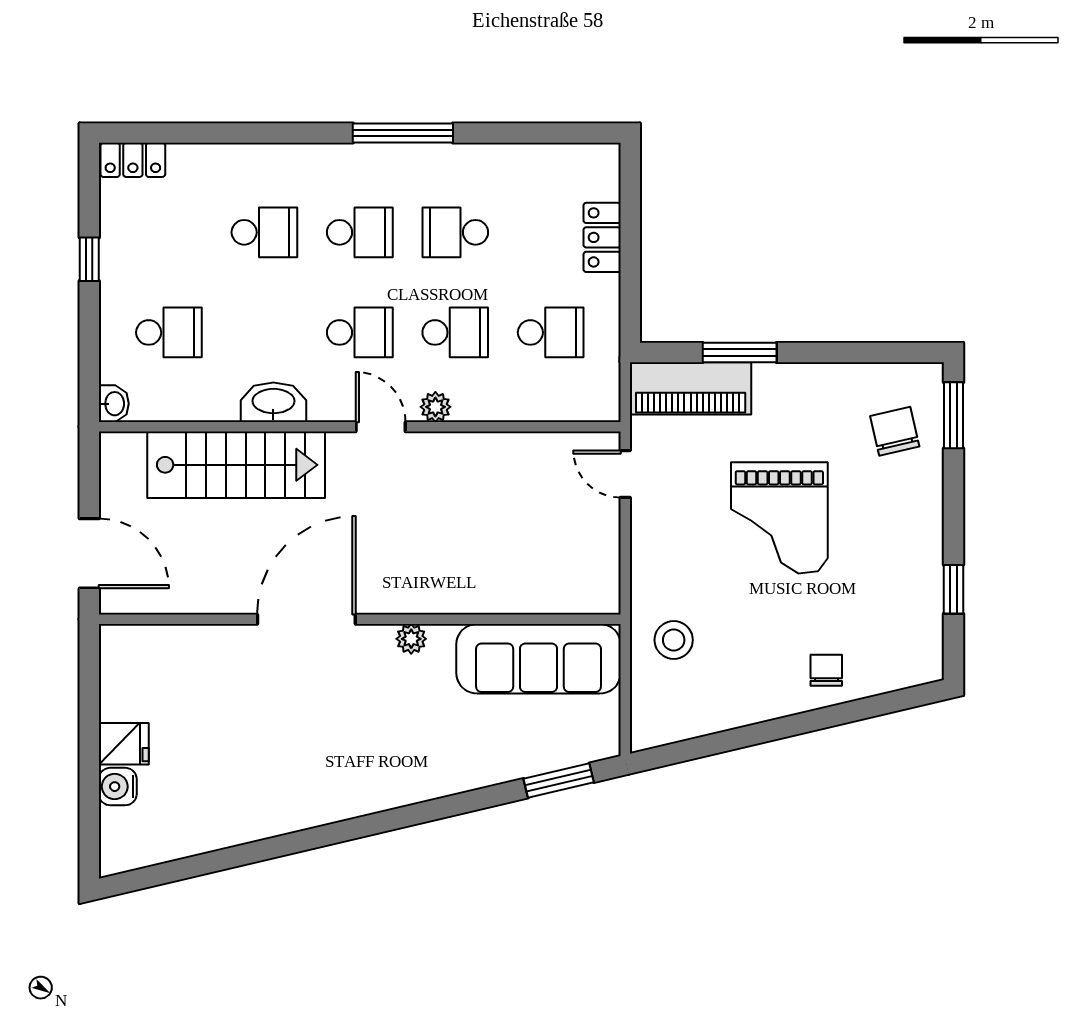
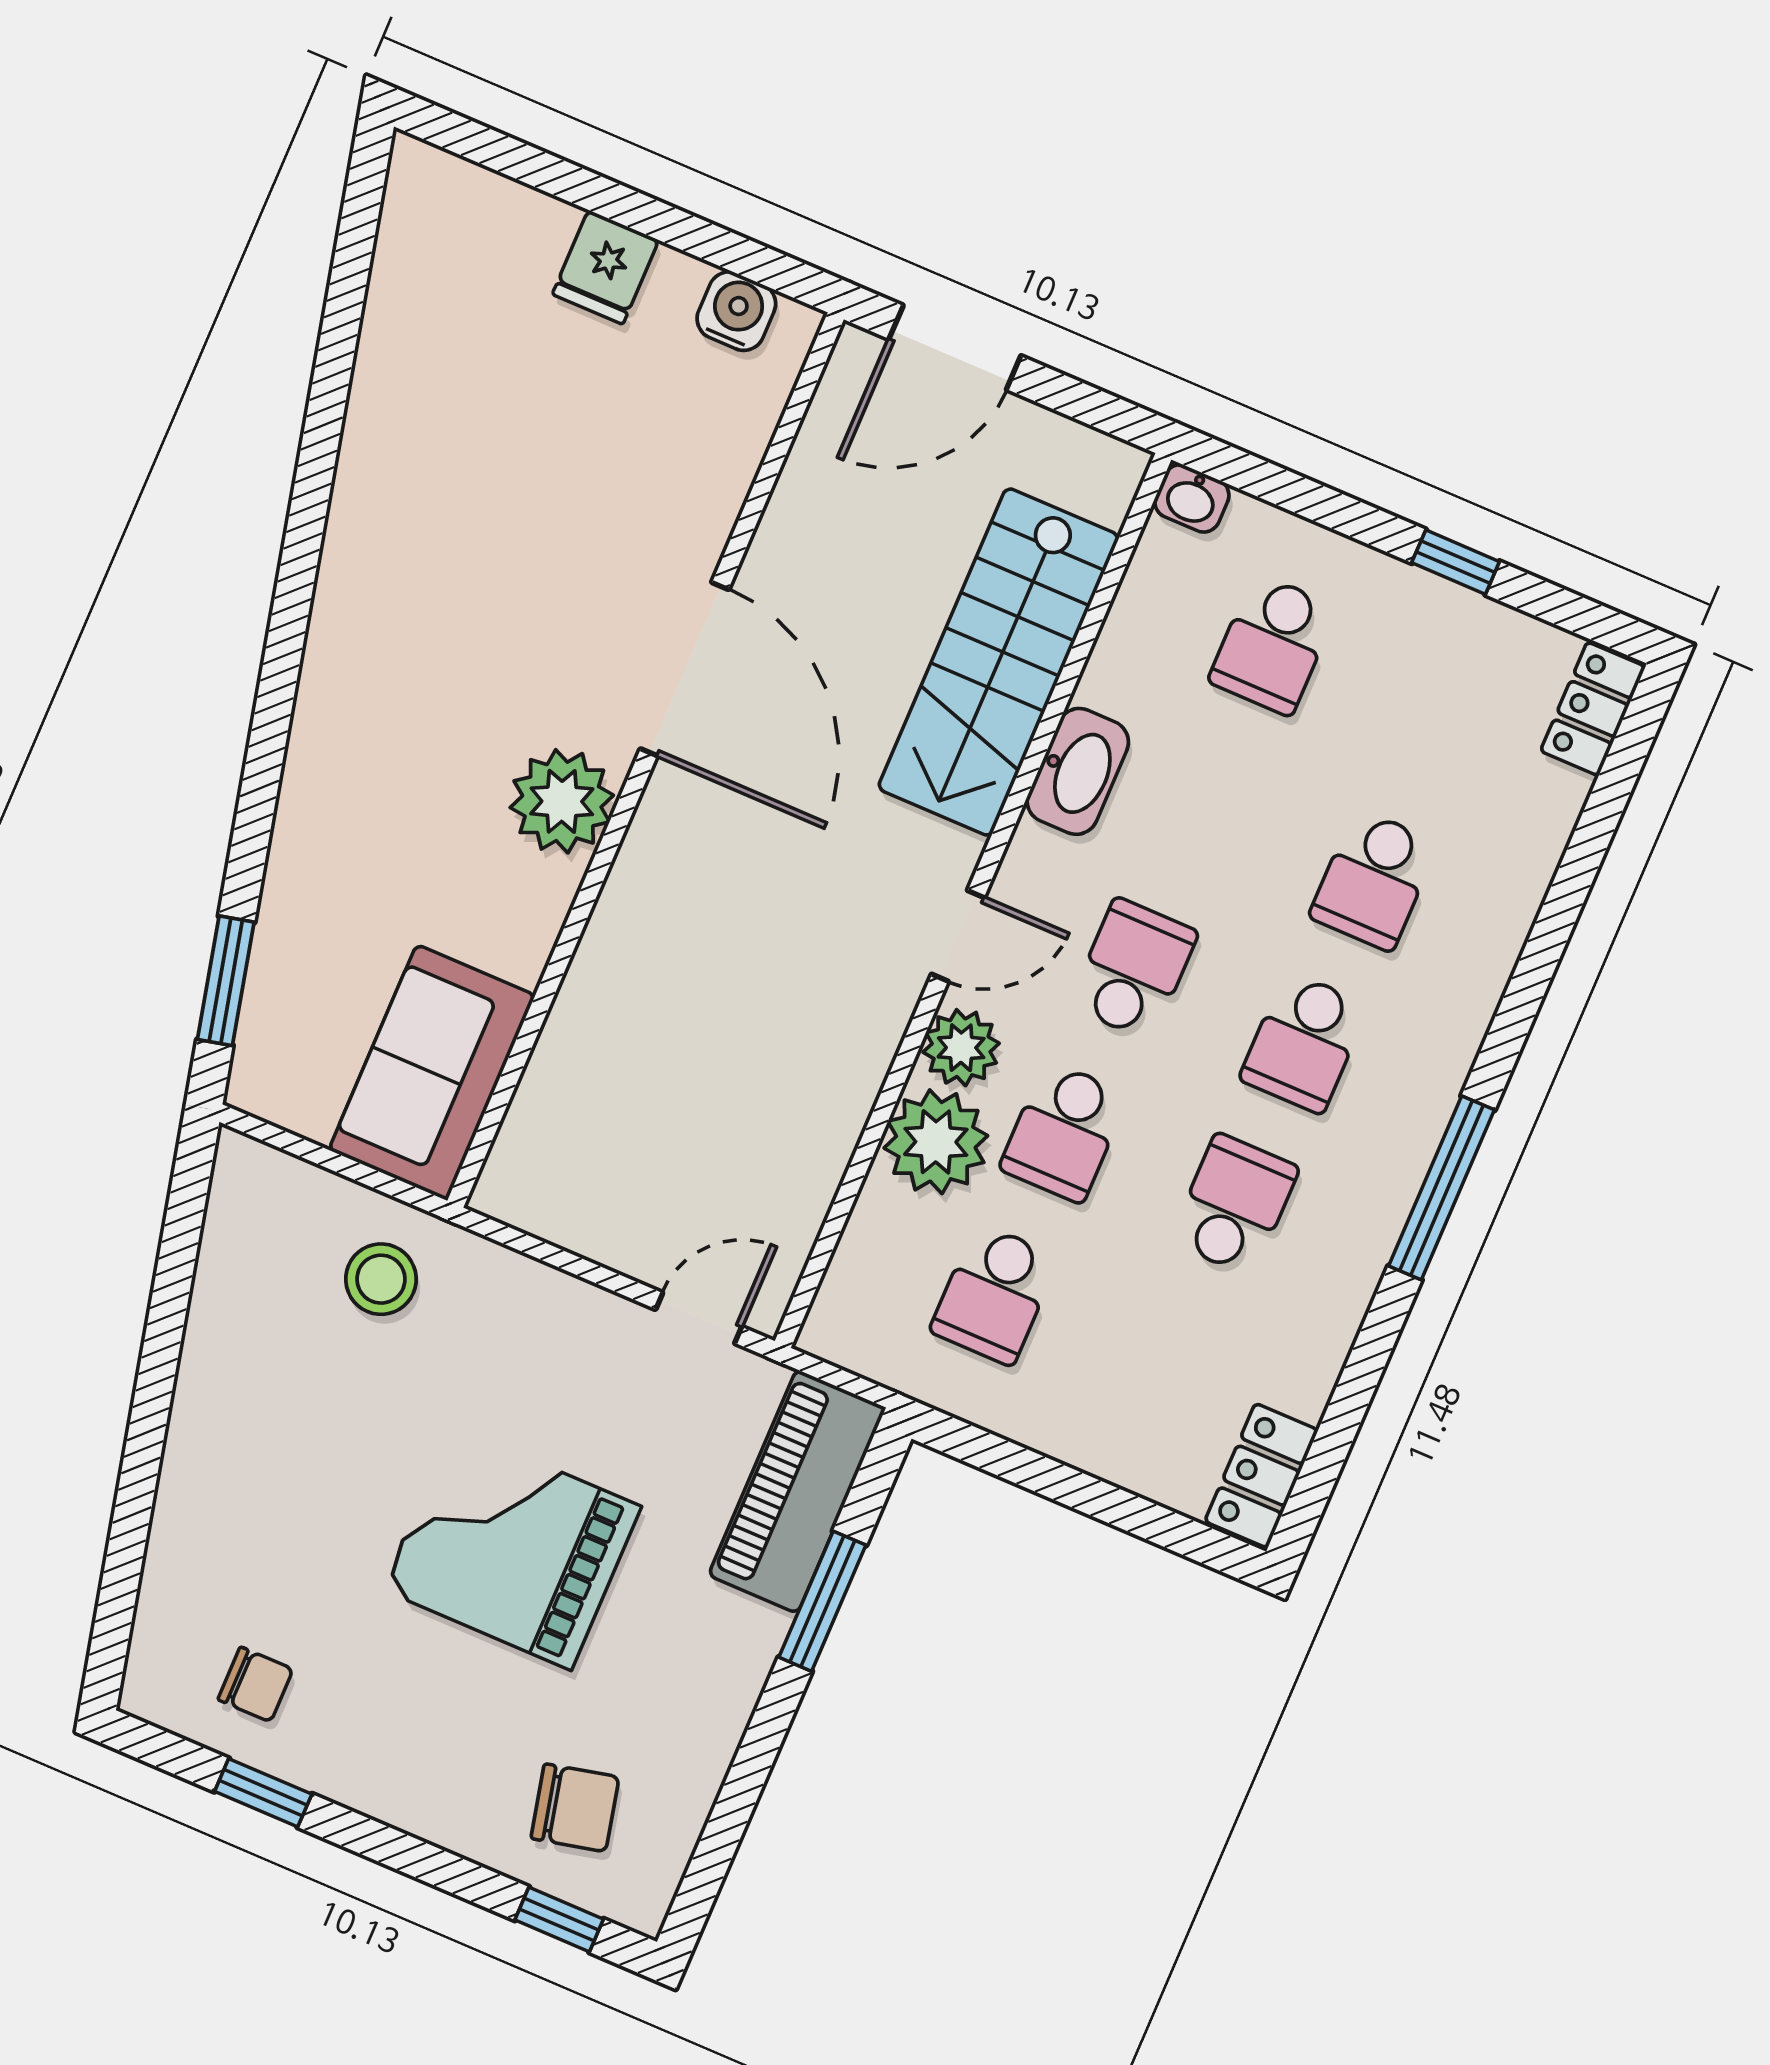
locker: (602, 237) -> (1261, 1476), moved, turned -90
school desk: (360, 332) -> (1134, 969), turned 180
plant: (488, 394) -> (936, 1142), added
plant: (435, 407) -> (961, 1048), width x1.38, depth x1.38
window: (954, 415) -> (559, 1920), width x0.67
plant: (411, 639) -> (562, 801), width x1.88, depth x1.88
sofa: (538, 659) -> (432, 1072), width x0.73
chair: (826, 670) -> (255, 1684), moved
water cooler: (118, 787) -> (736, 311), moved

